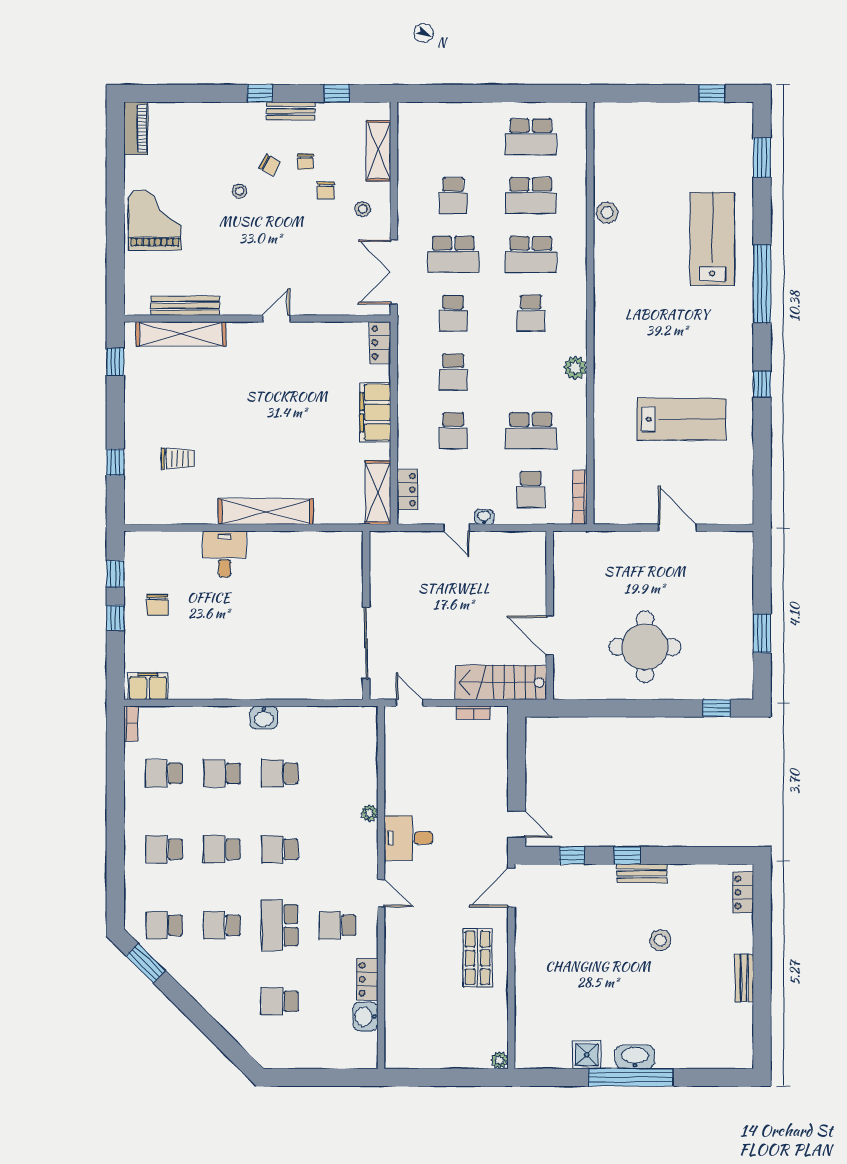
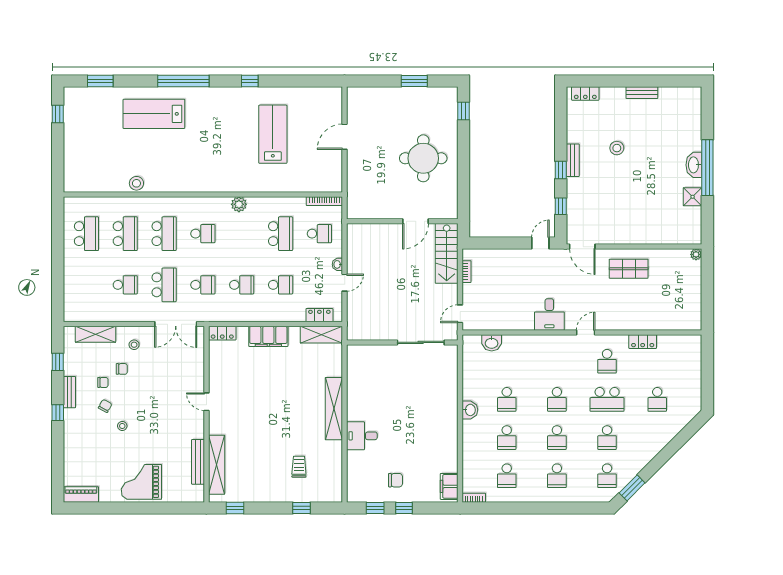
plant: (369, 813) -> (533, 340), removed
washbasin: (365, 1016) -> (492, 343), moved

